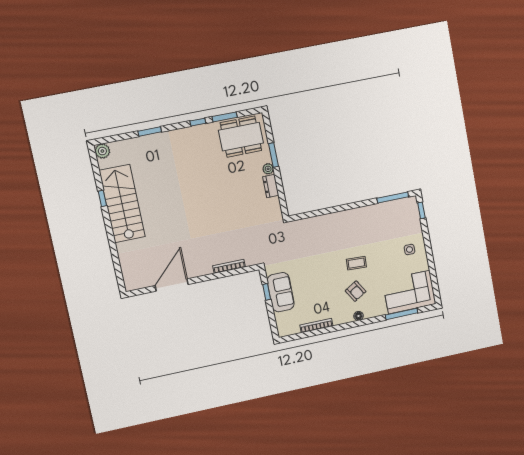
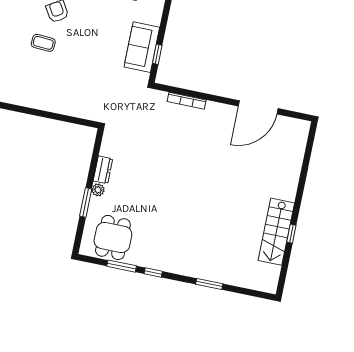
dining table: (241, 137) -> (113, 237), width x0.73
plant: (102, 151) -> (269, 284), removed
stairs: (122, 204) -> (276, 232), width x0.73, depth x0.66

